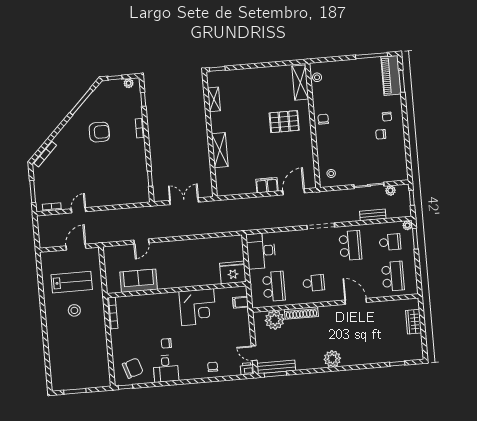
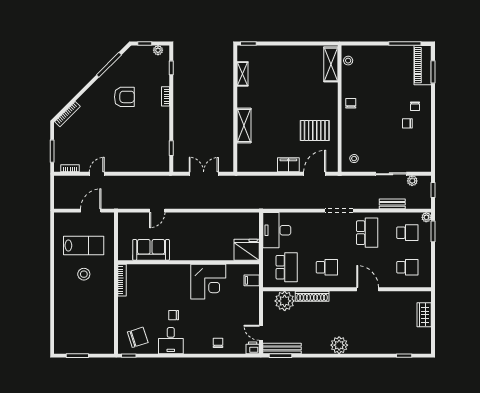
pallet: (284, 122) -> (315, 131), moved
school desk: (393, 276) -> (407, 267), width x0.54

